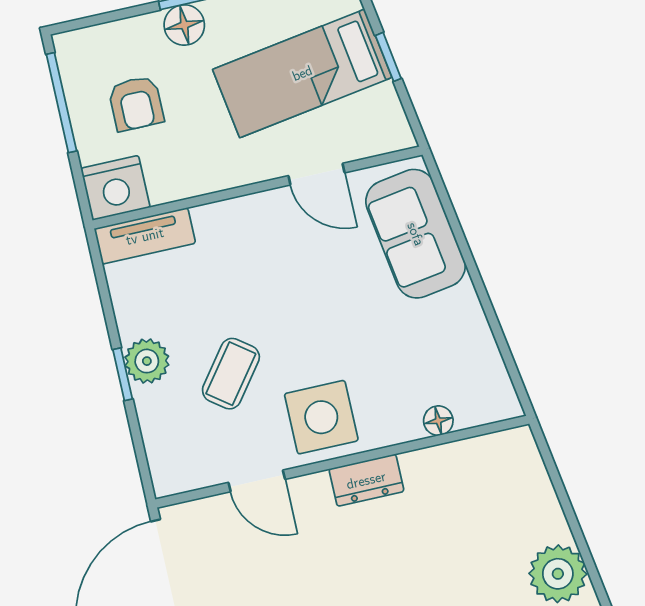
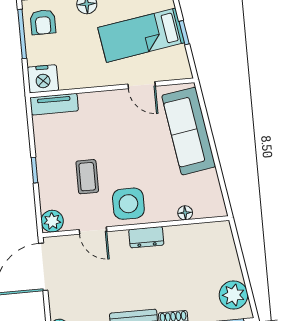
armchair: (136, 103) -> (43, 22), moved
sofa: (416, 234) -> (189, 131), width x1.36
plant: (147, 361) -> (52, 221), moved
coffee table: (231, 374) -> (87, 177), turned -37

